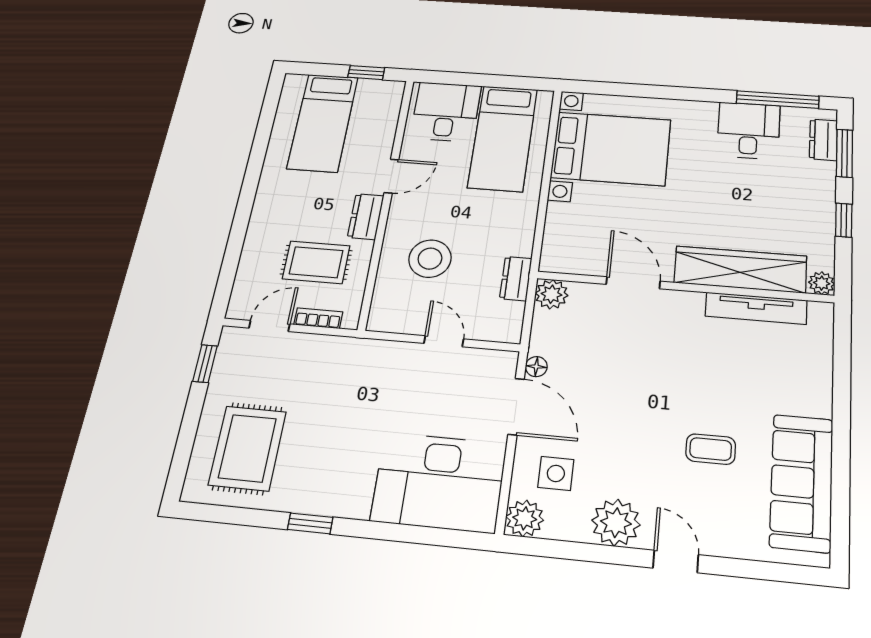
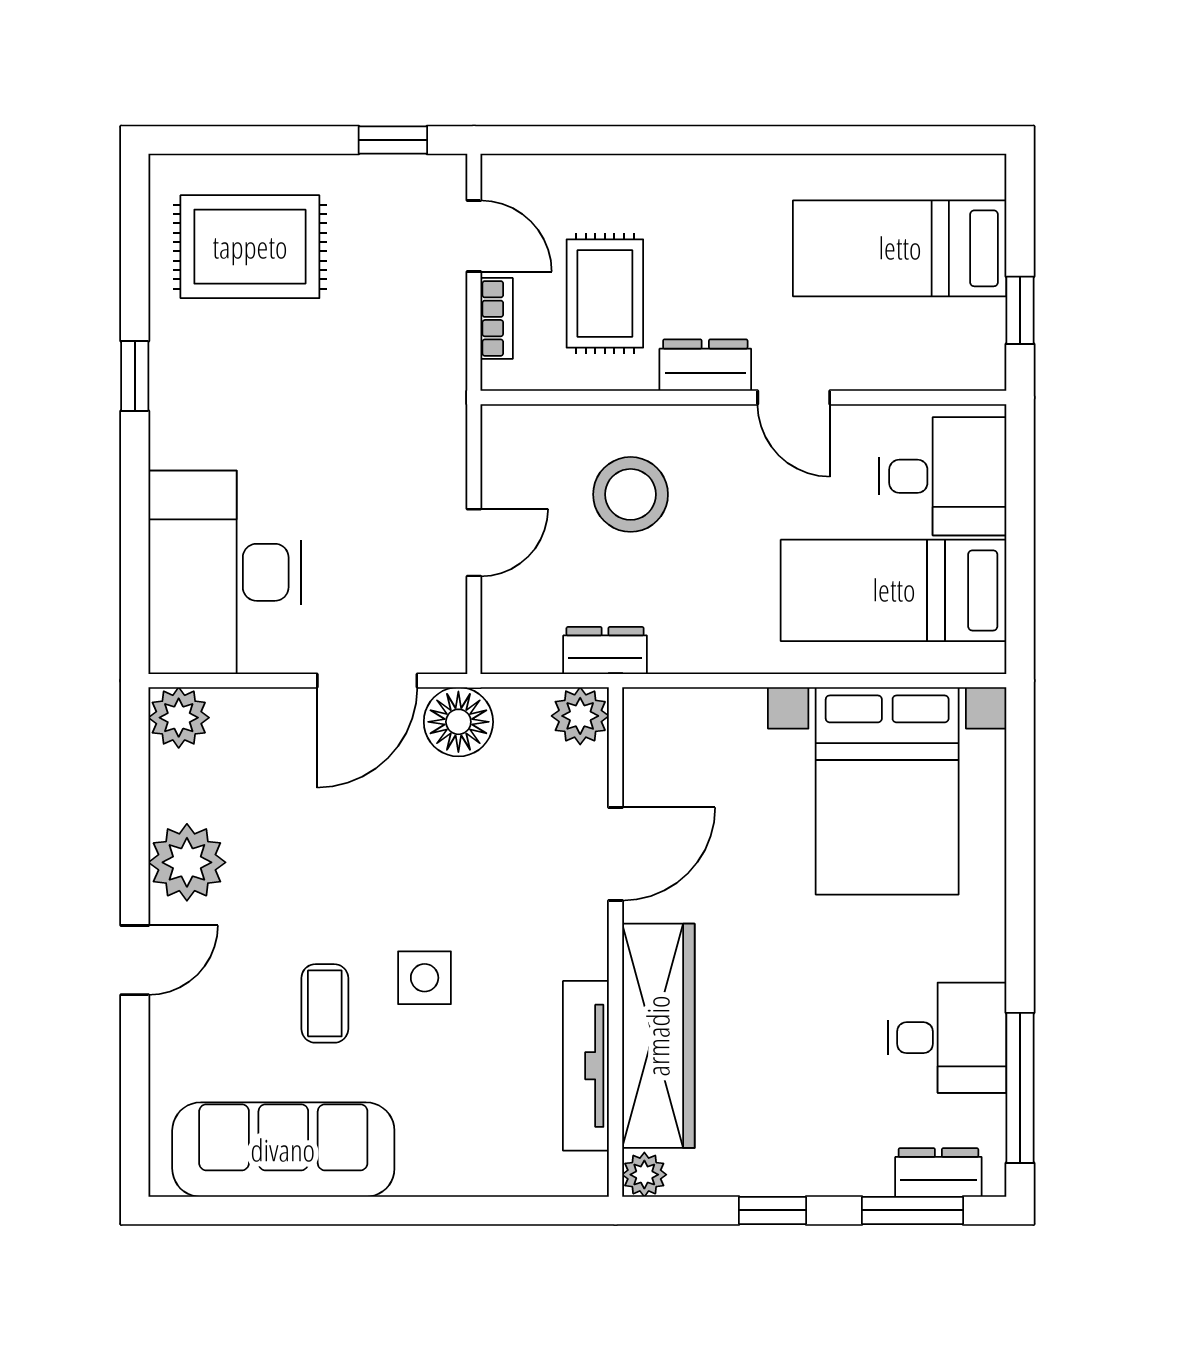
floor lamp: (536, 367) -> (458, 722), width x1.89, depth x1.89
side table: (556, 473) -> (425, 978), moved

